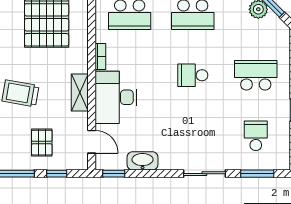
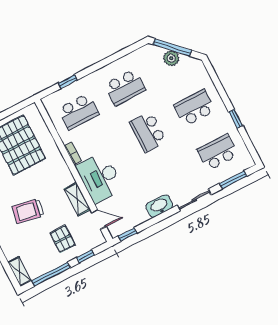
school desk: (193, 75) -> (148, 132), width x1.85
shelving: (80, 92) -> (77, 199), moved
school desk: (256, 136) -> (218, 152), width x1.85
washbasin: (143, 161) -> (159, 206), moved

